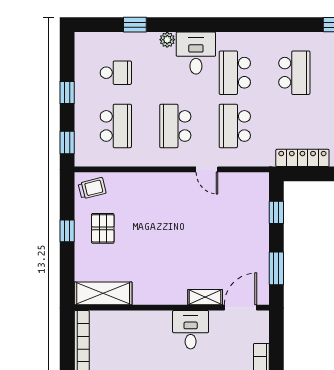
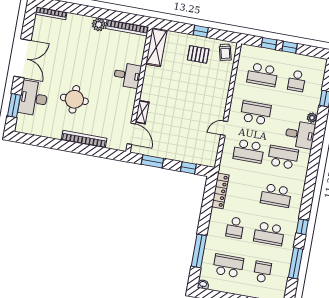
school desk: (235, 126) -> (249, 151), turned 180
window: (67, 142) -> (269, 44), moved
desk: (191, 330) -> (127, 75), moved

